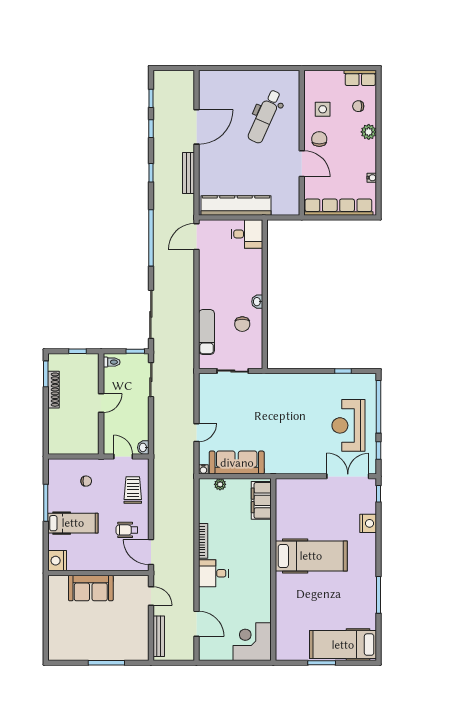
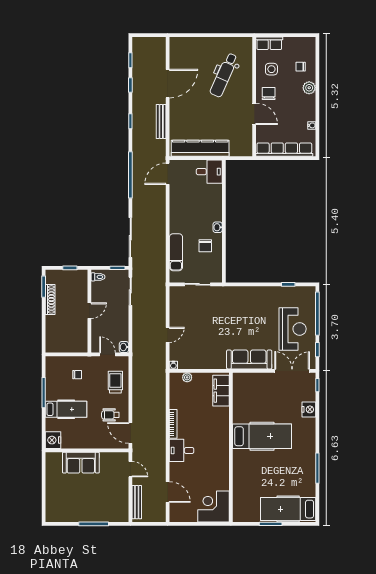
row of seats: (360, 78) -> (269, 43), moved
reception desk: (348, 425) -> (293, 329), turned 180
sofa: (237, 463) -> (249, 359), moved

